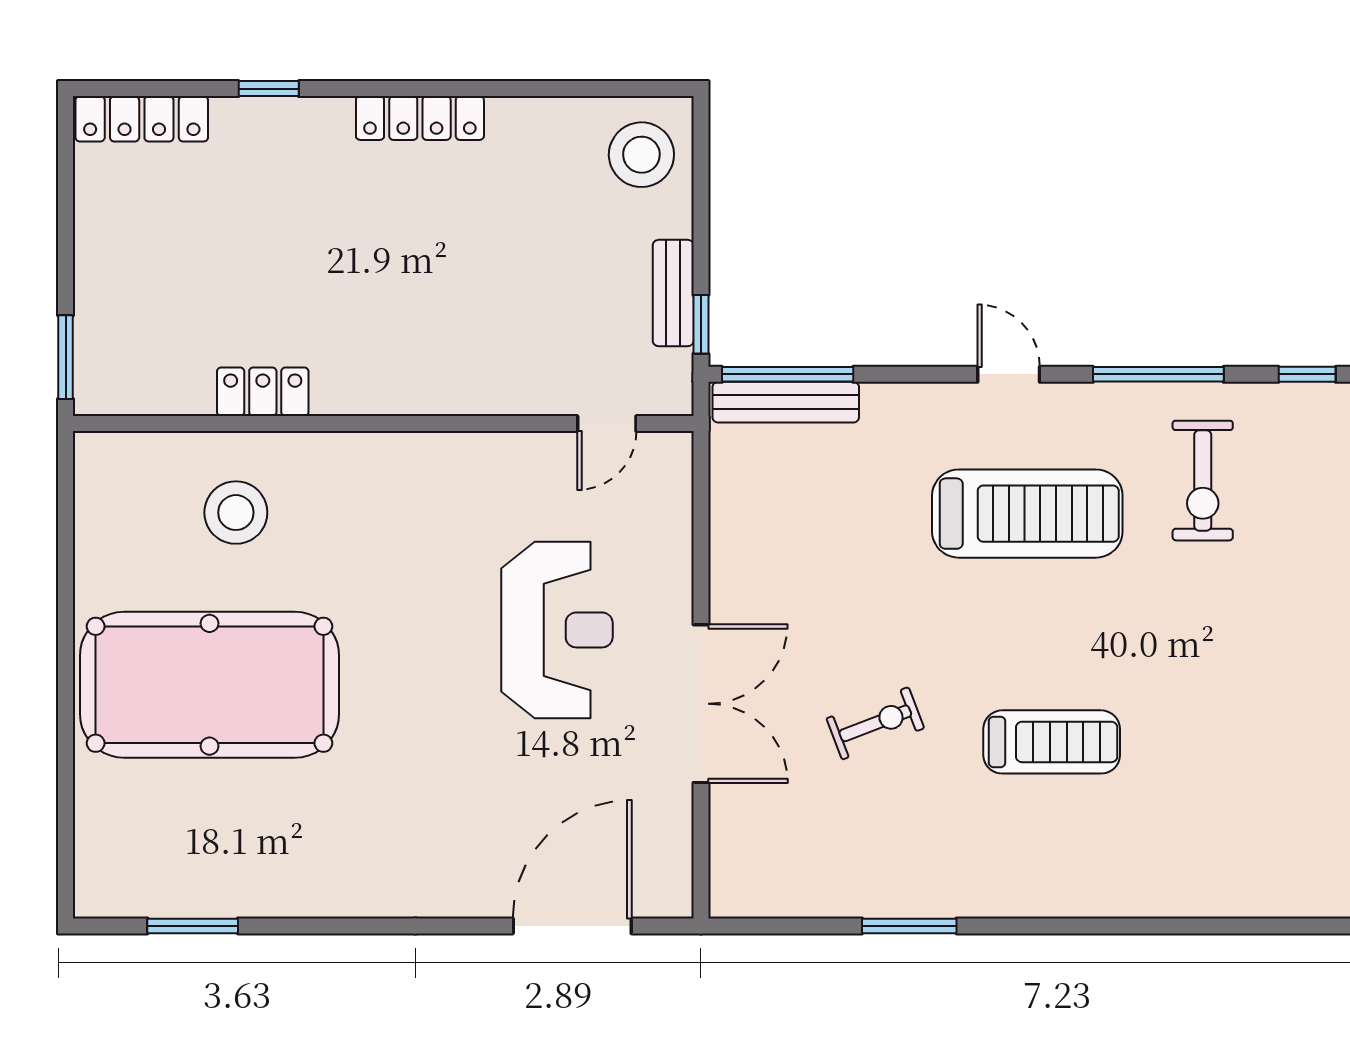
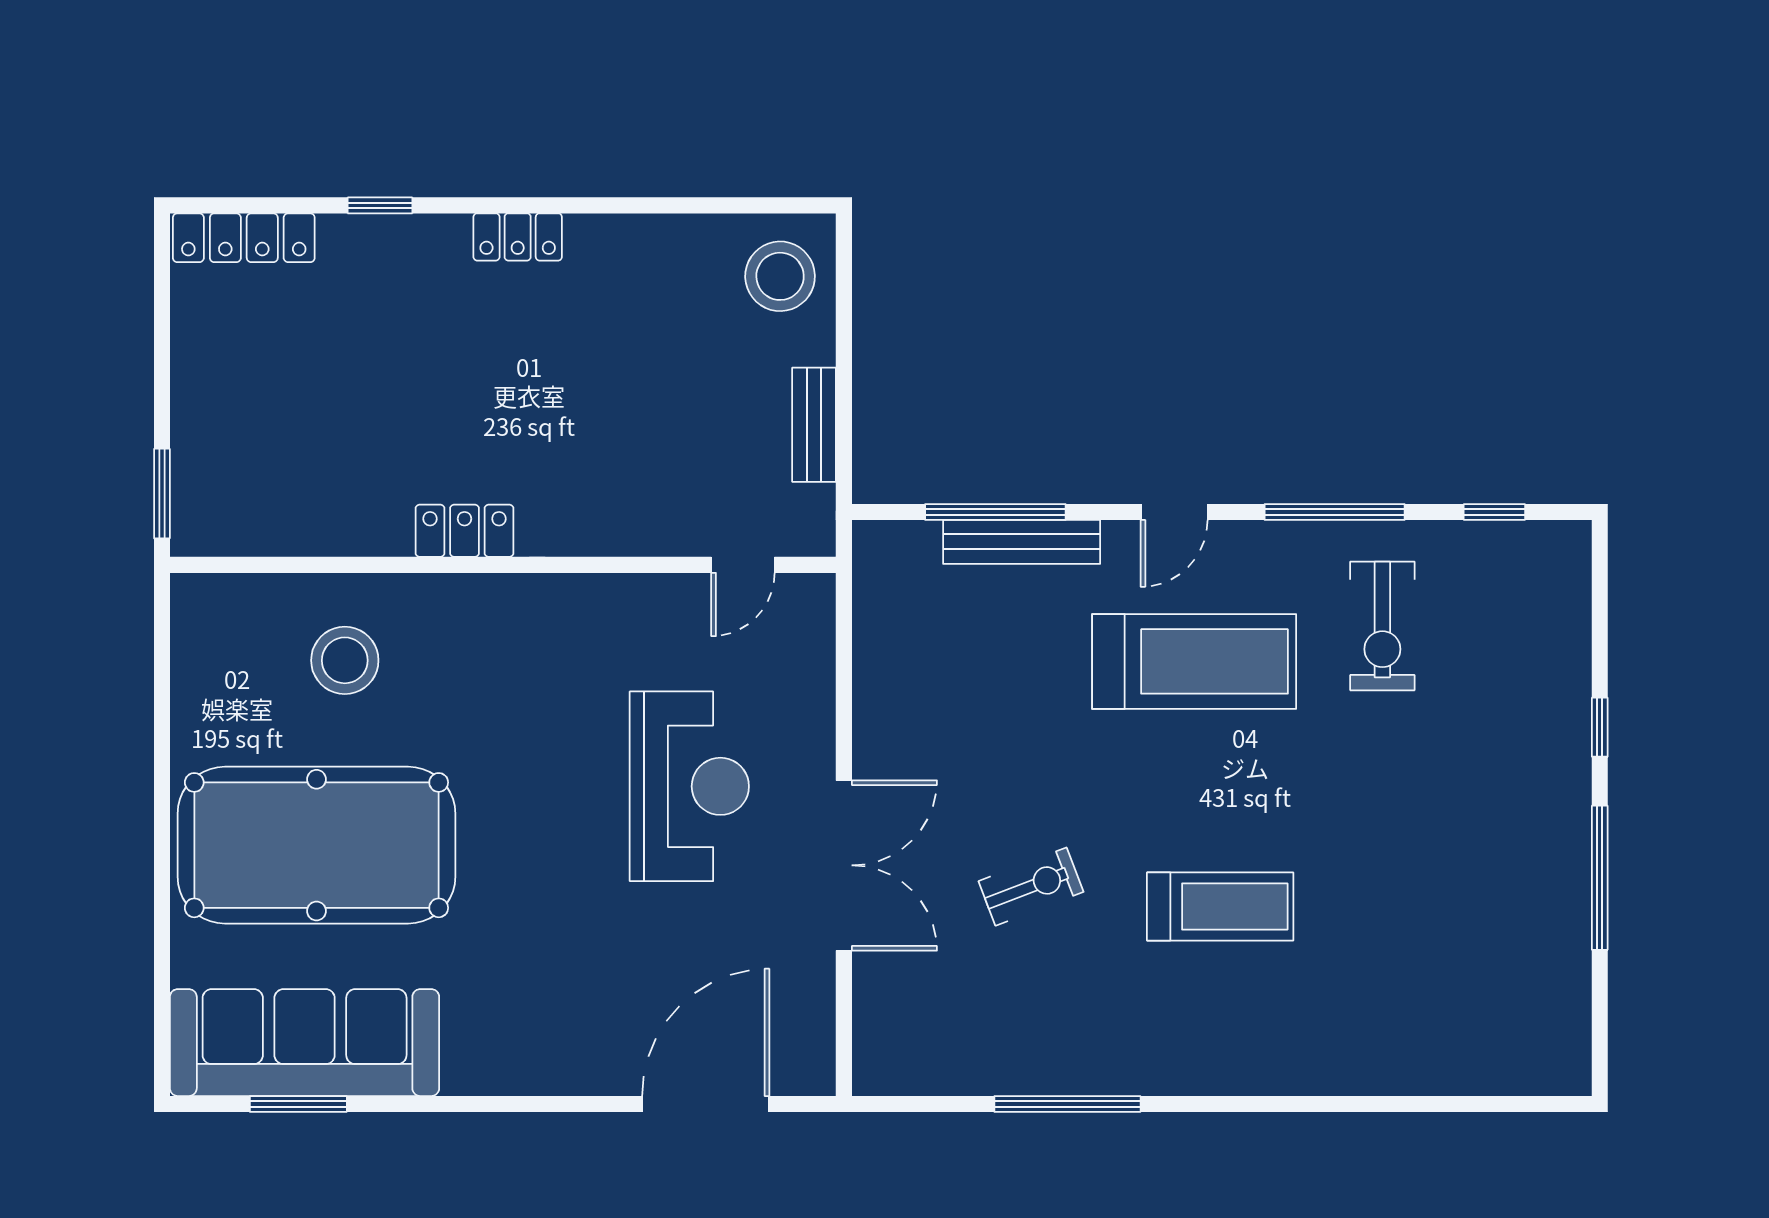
locker: (420, 118) -> (518, 237), width x0.66
window: (701, 324) -> (844, 458), removed
window: (788, 374) -> (995, 512), moved
door: (1009, 374) -> (1174, 512), swing flipped
locker: (263, 392) -> (464, 531), moved
bench: (786, 402) -> (1022, 542), moved
sofa: (198, 869) -> (305, 1043), added
window: (909, 926) -> (1067, 1104), width x1.44

